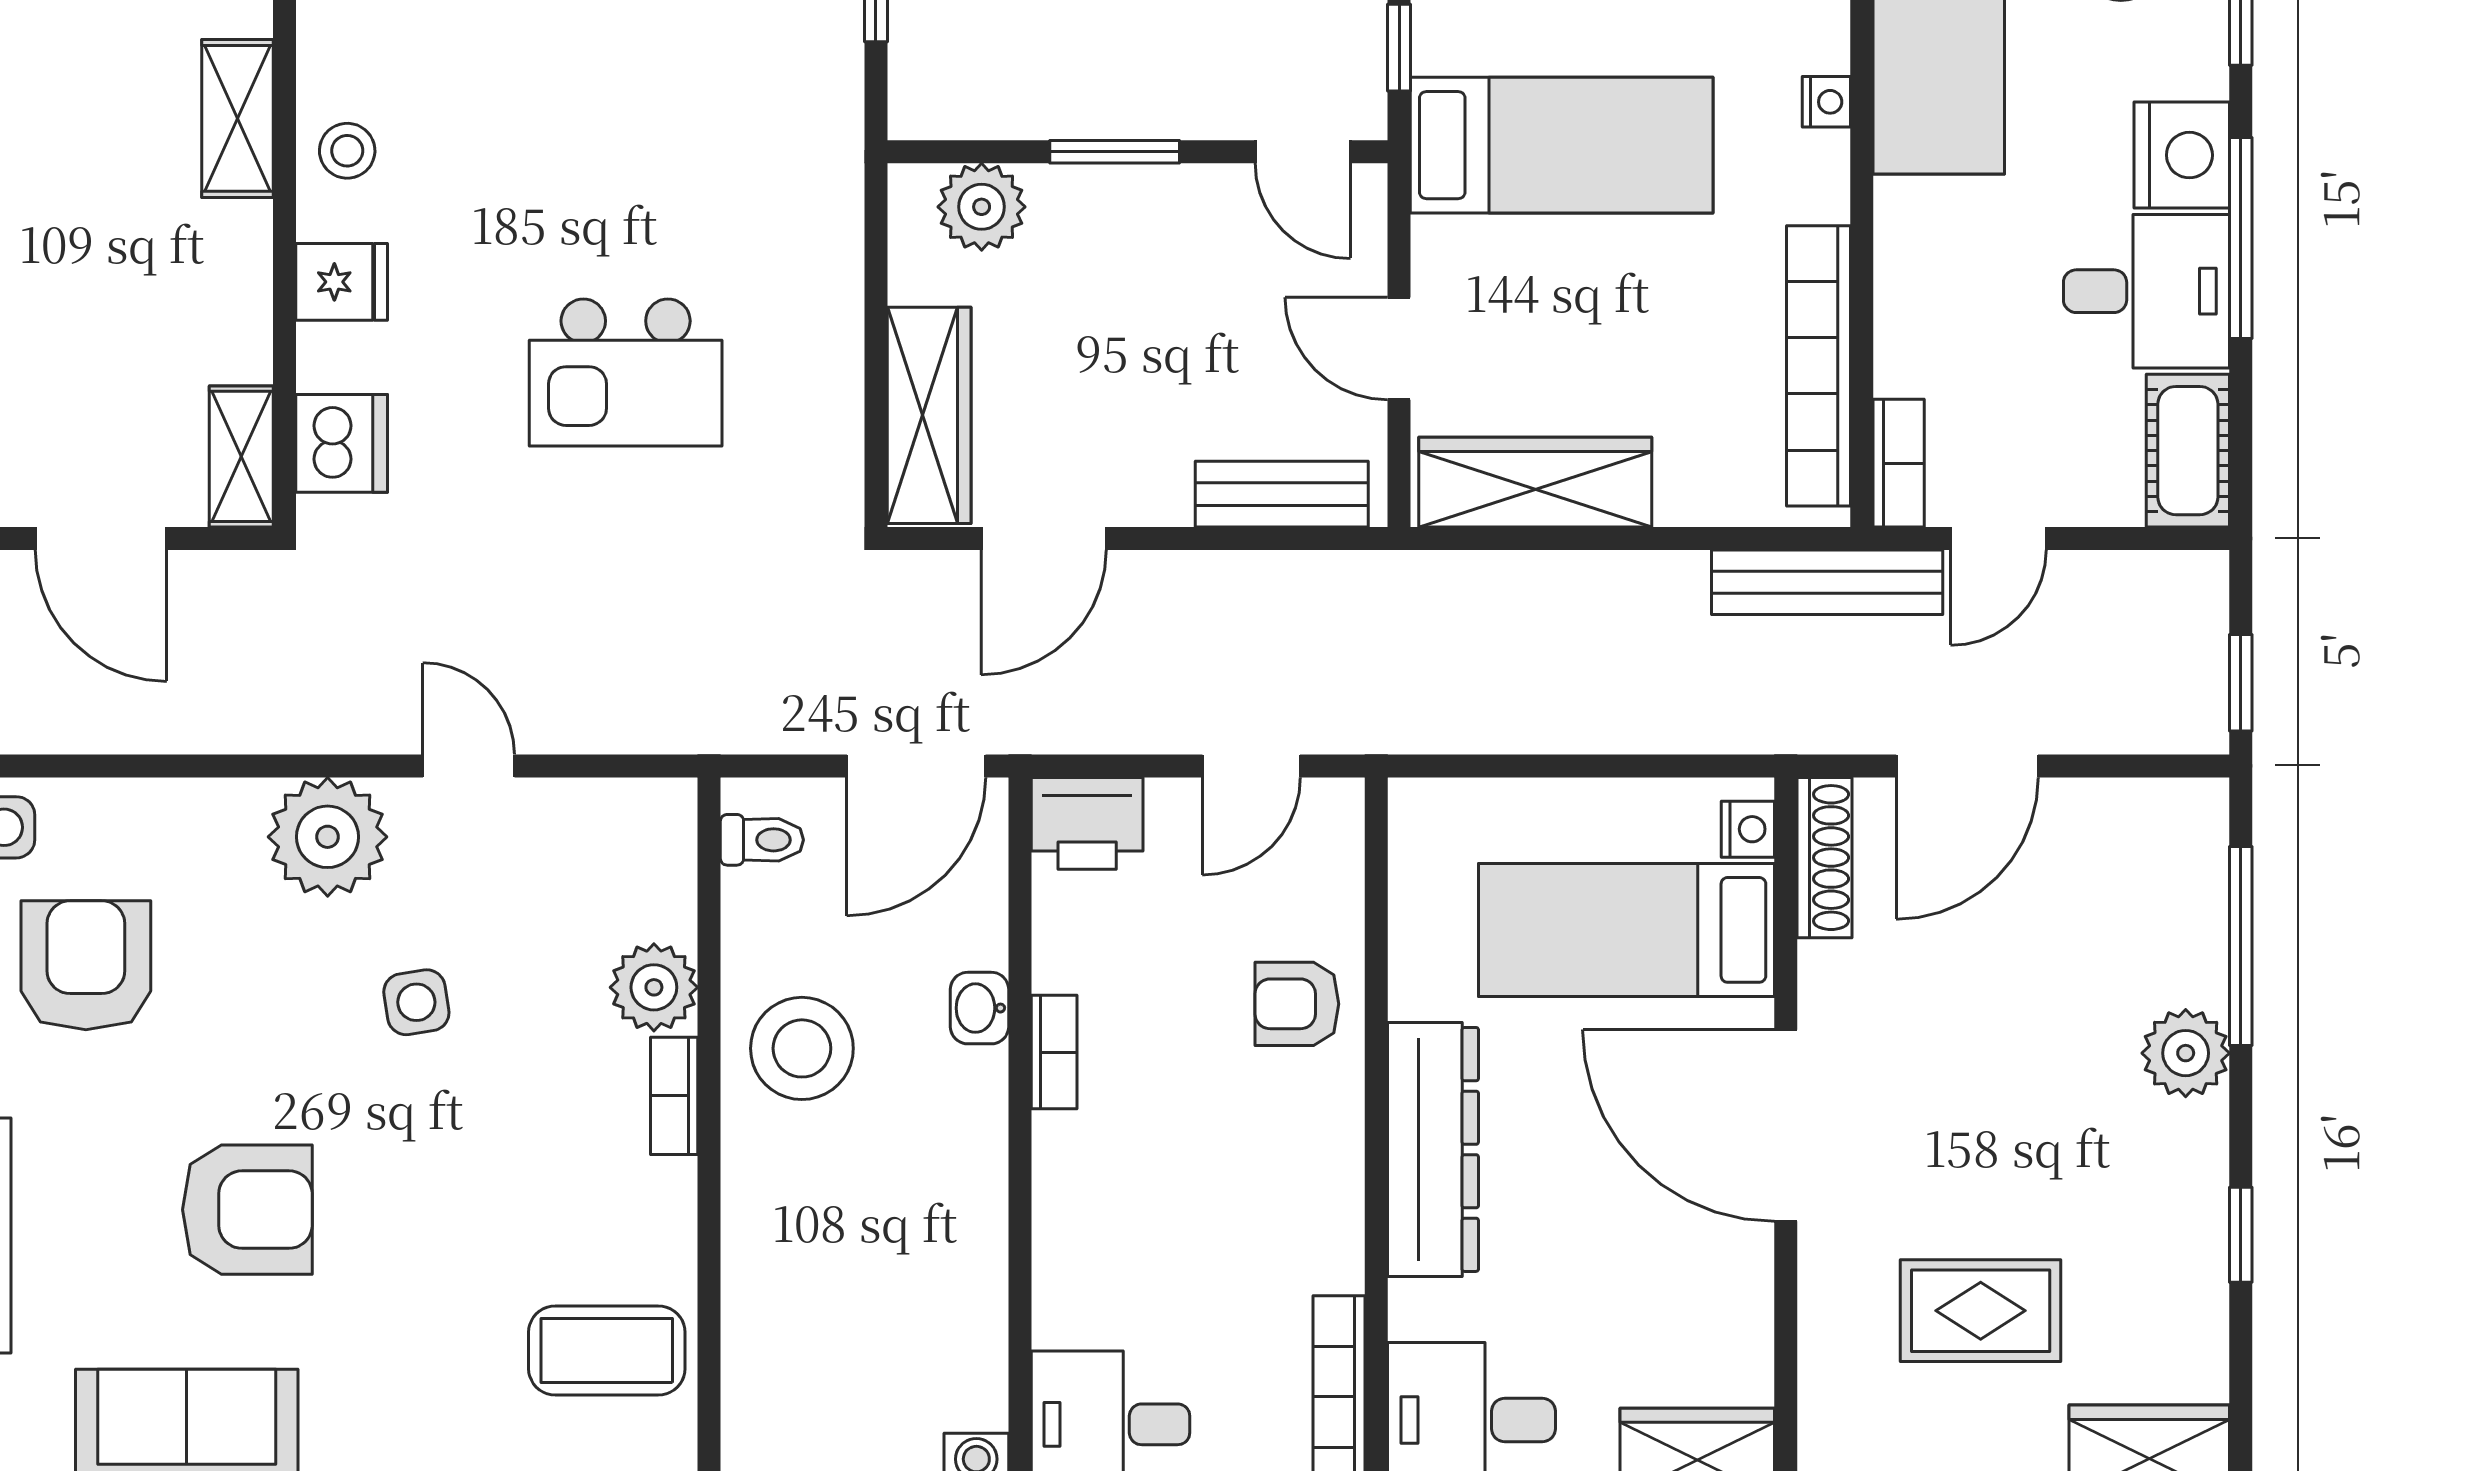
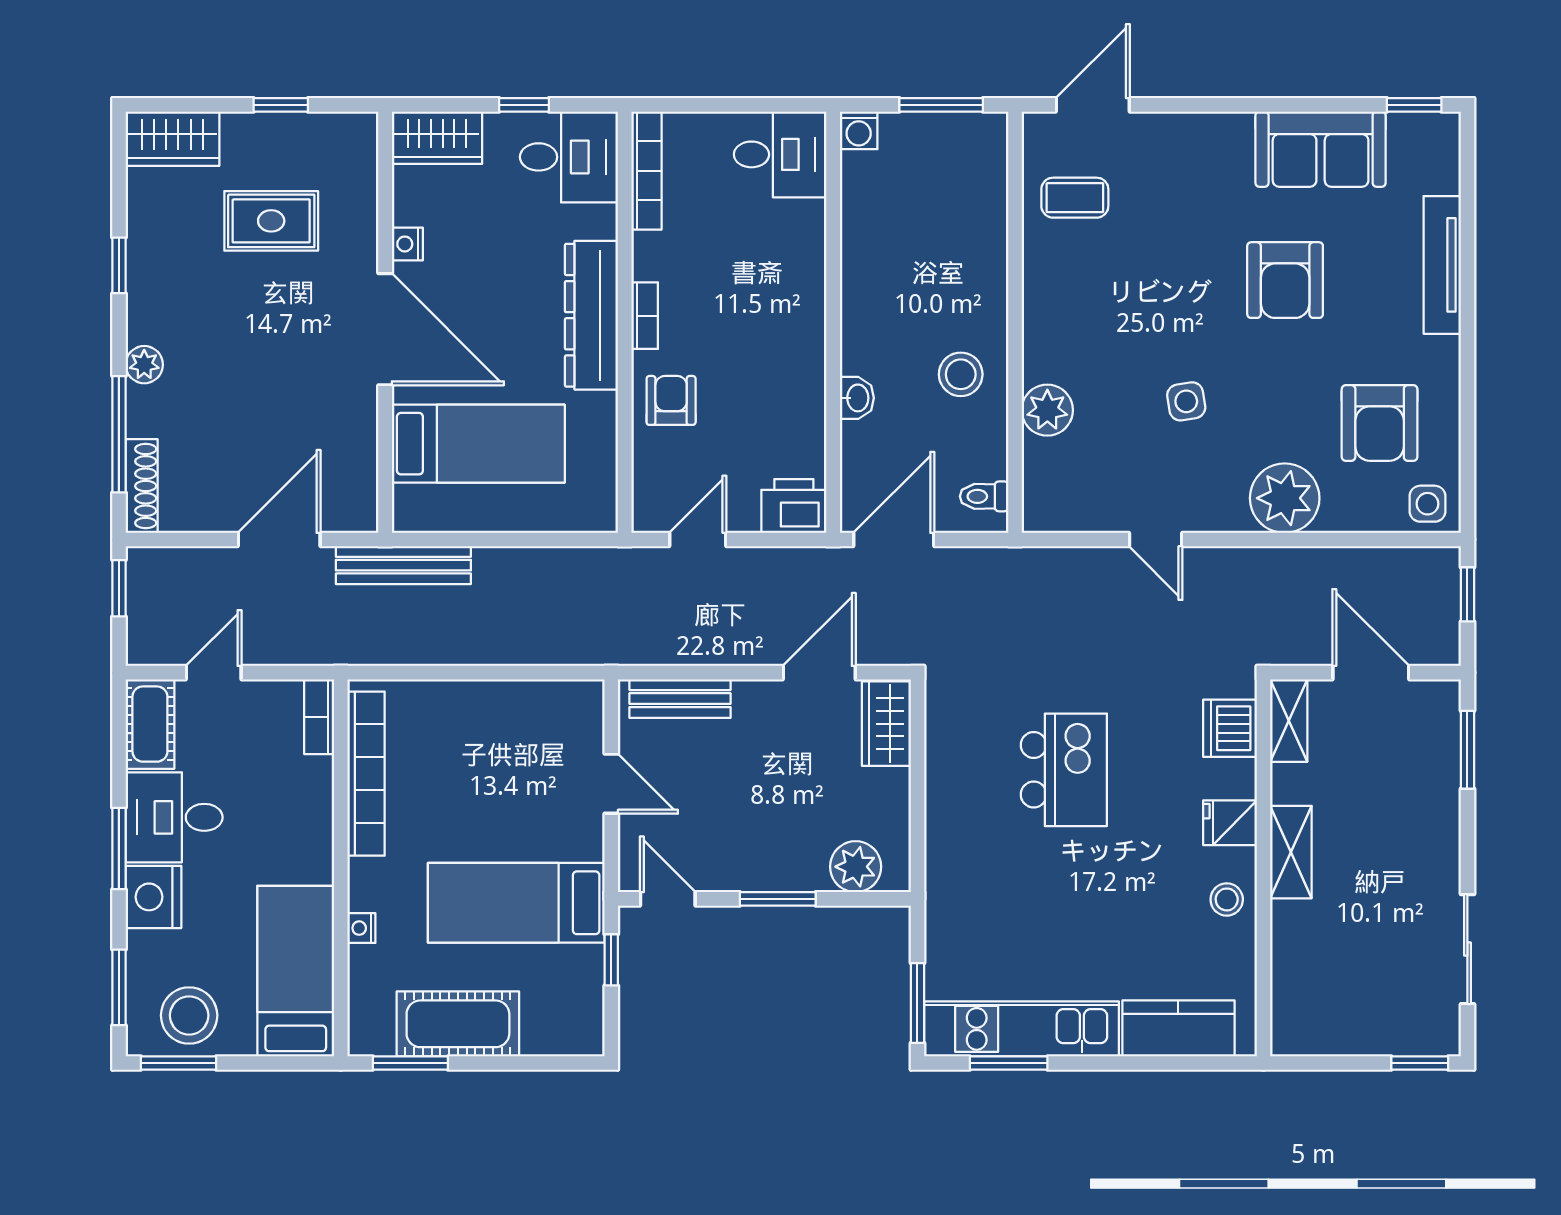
shelving: (237, 118) -> (1291, 852), moved
window: (2241, 238) -> (119, 848), width x0.69
kitchen island: (626, 372) -> (1064, 770), turned 90
wardrobe: (929, 415) -> (886, 724), width x0.67
wardrobe: (1535, 482) -> (532, 706), removed
door: (1998, 538) -> (214, 673), moved
bench: (1827, 582) -> (403, 565), moved
nightstand: (1748, 829) -> (407, 244), moved
plant: (328, 837) -> (1285, 498), moved
shoe rack: (1824, 858) -> (142, 486), moved, turned 180
armchair: (1297, 1004) -> (671, 400), turned -90
stool: (802, 1048) -> (961, 374), width x0.73, depth x0.73
bookcase: (1054, 1052) -> (645, 316), moved, turned 180
plant: (2186, 1053) -> (144, 365), width x0.73, depth x0.73
bookcase: (674, 1096) -> (1035, 347), removed
armchair: (247, 1210) -> (1285, 280), turned -90
coffee table: (607, 1350) -> (1075, 198), width x0.73, depth x0.77

